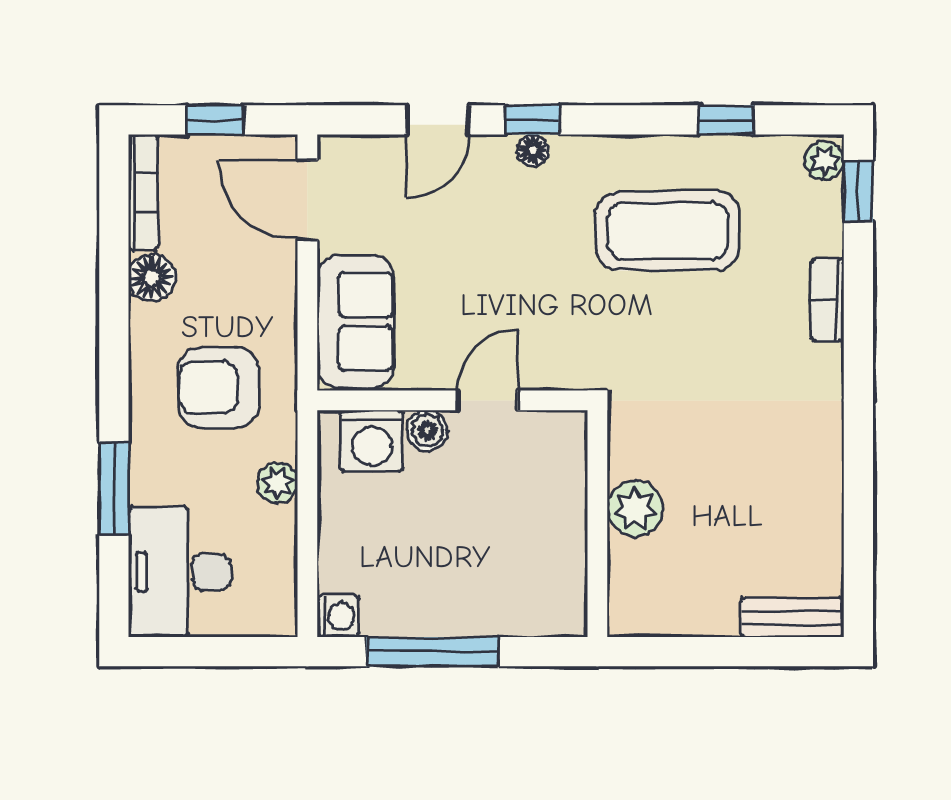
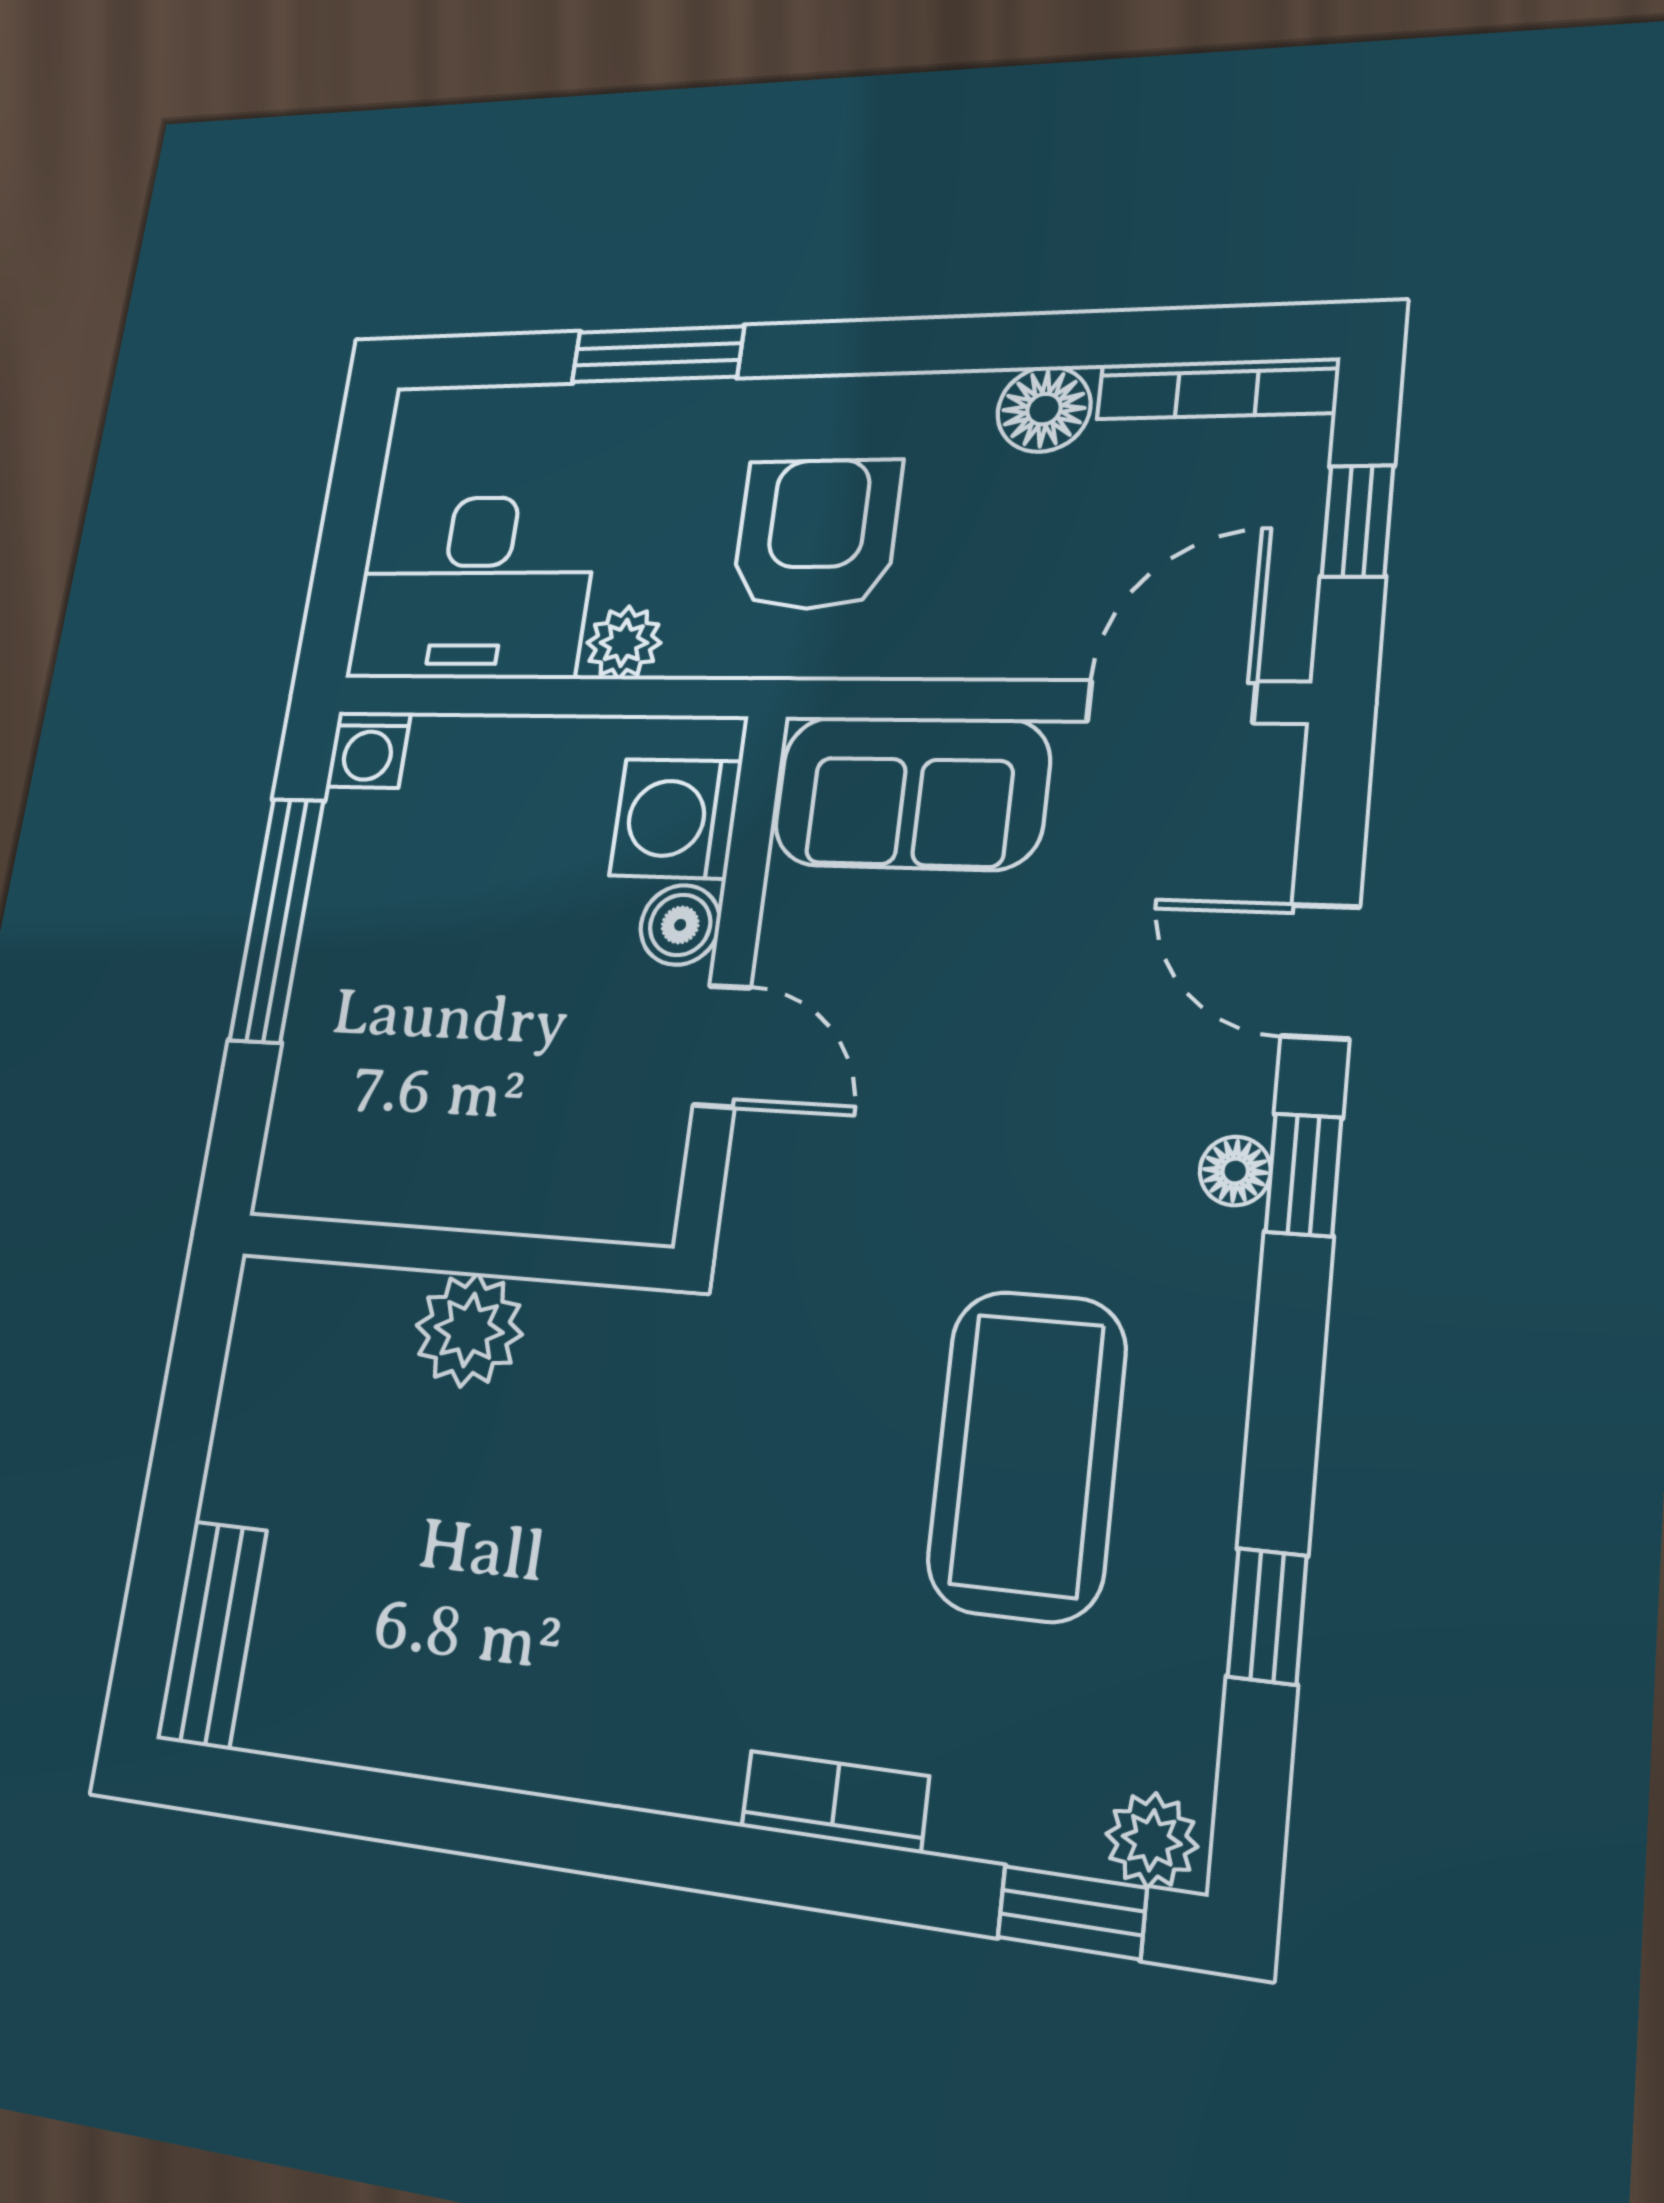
desk: (180, 572) -> (473, 587), moved, turned 180

